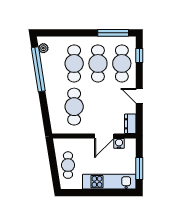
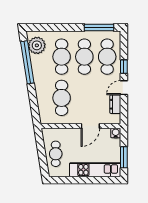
plant: (43, 48) -> (37, 45), width x1.87, depth x1.87
window: (139, 56) -> (124, 67), moved
door: (139, 96) -> (124, 88), hinge flipped
dresser: (130, 124) -> (115, 104), moved
water cooler: (119, 143) -> (116, 133), moved

